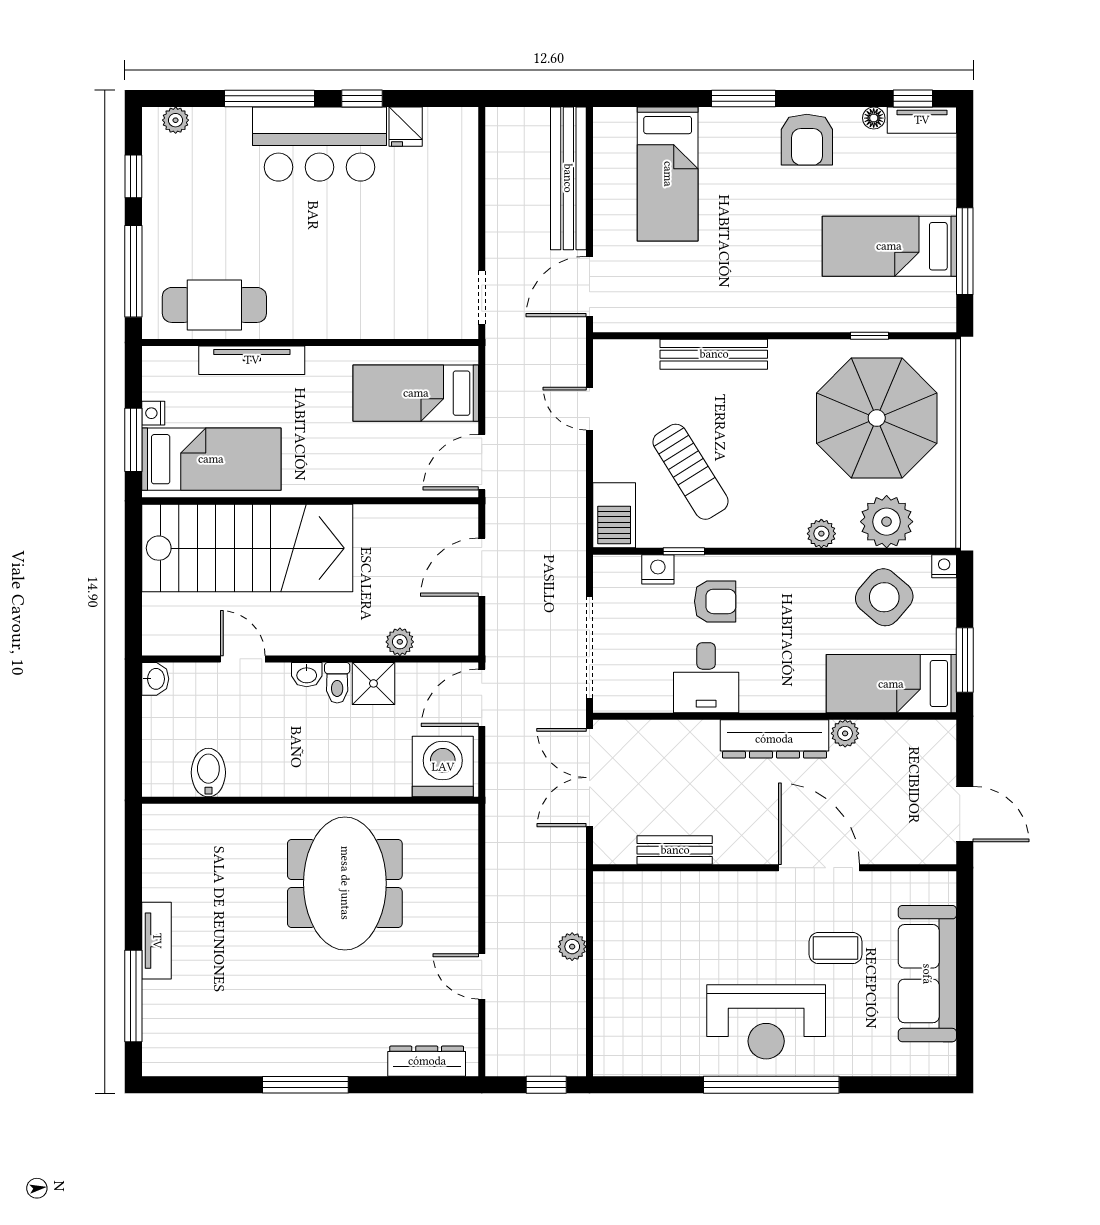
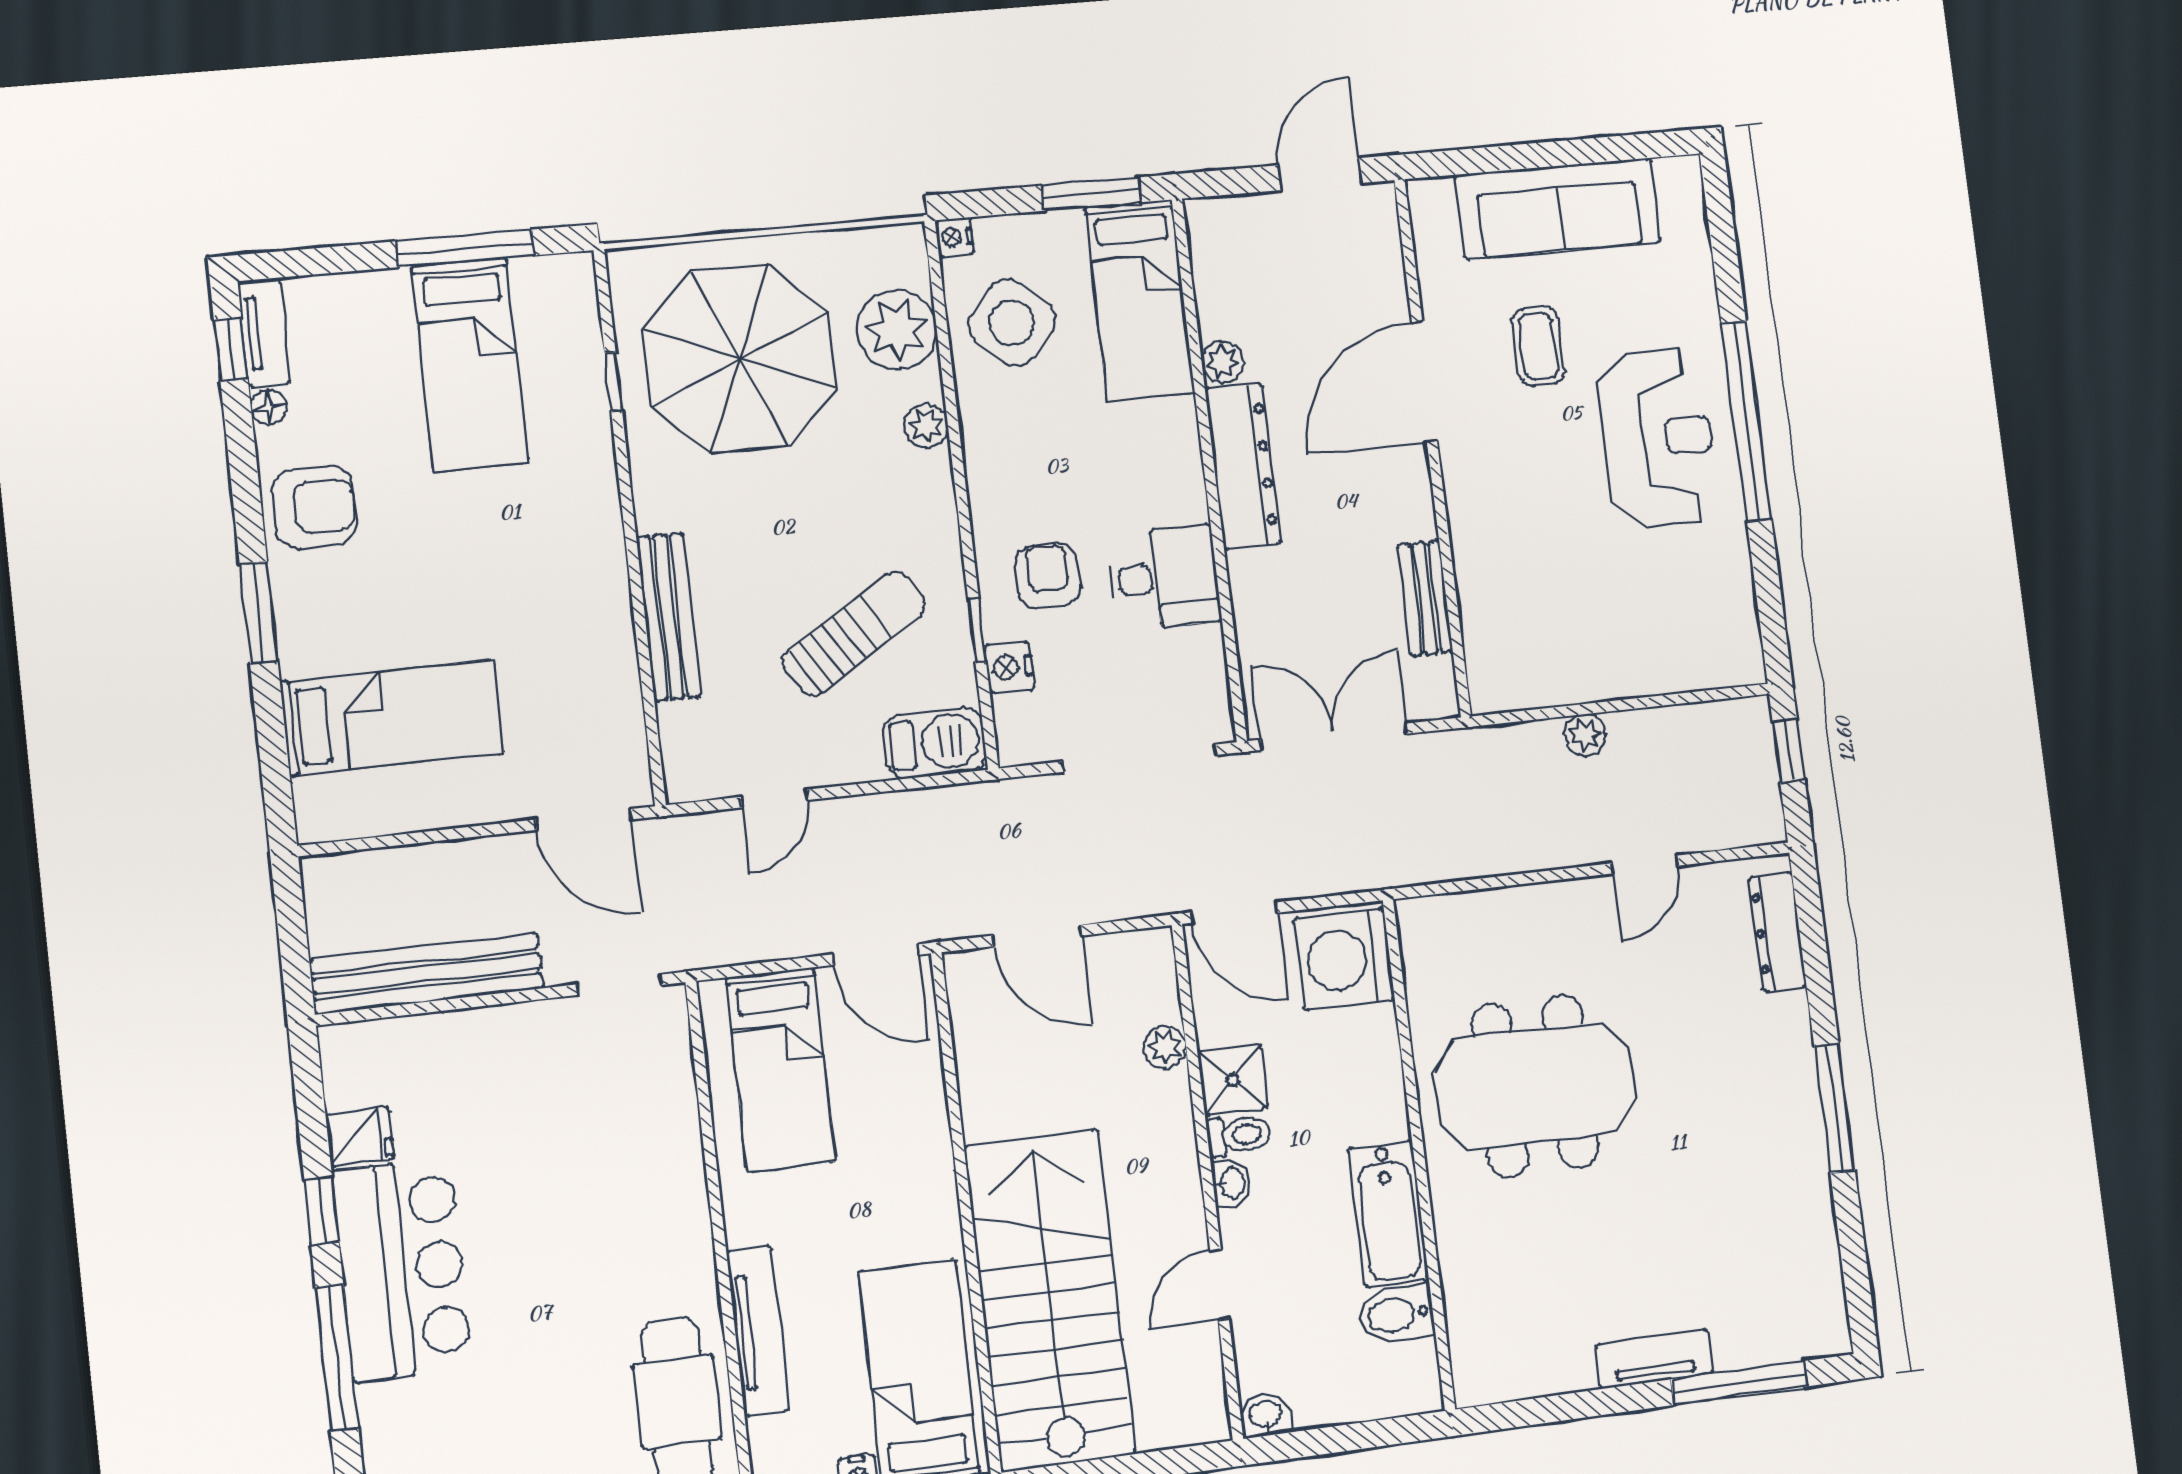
bench: (568, 178) -> (427, 974), moved
bathtub: (274, 775) -> (1389, 1214), added
double door: (590, 778) -> (1334, 737), swing flipped

